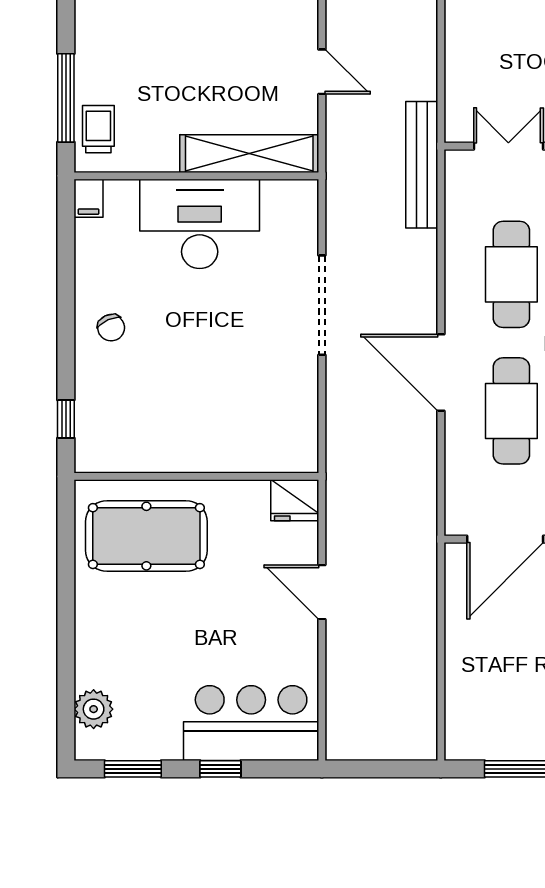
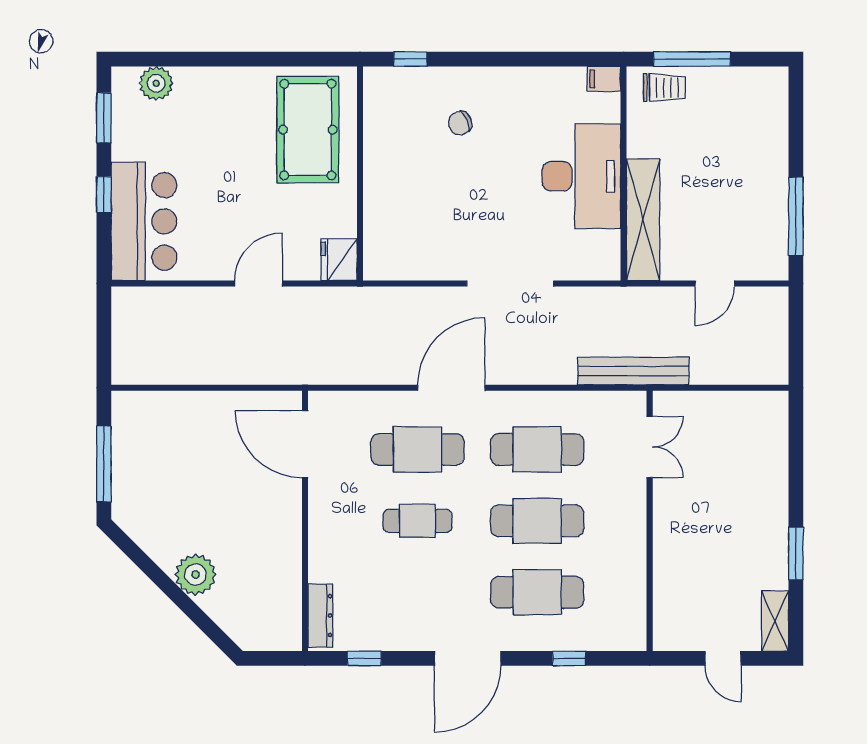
chair: (111, 328) -> (460, 123), moved

